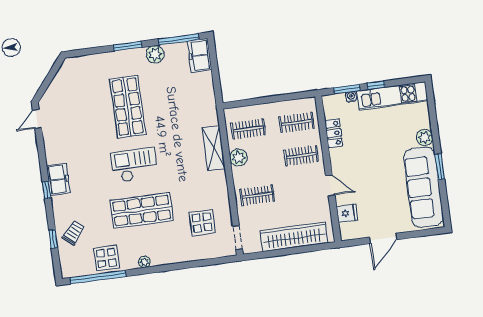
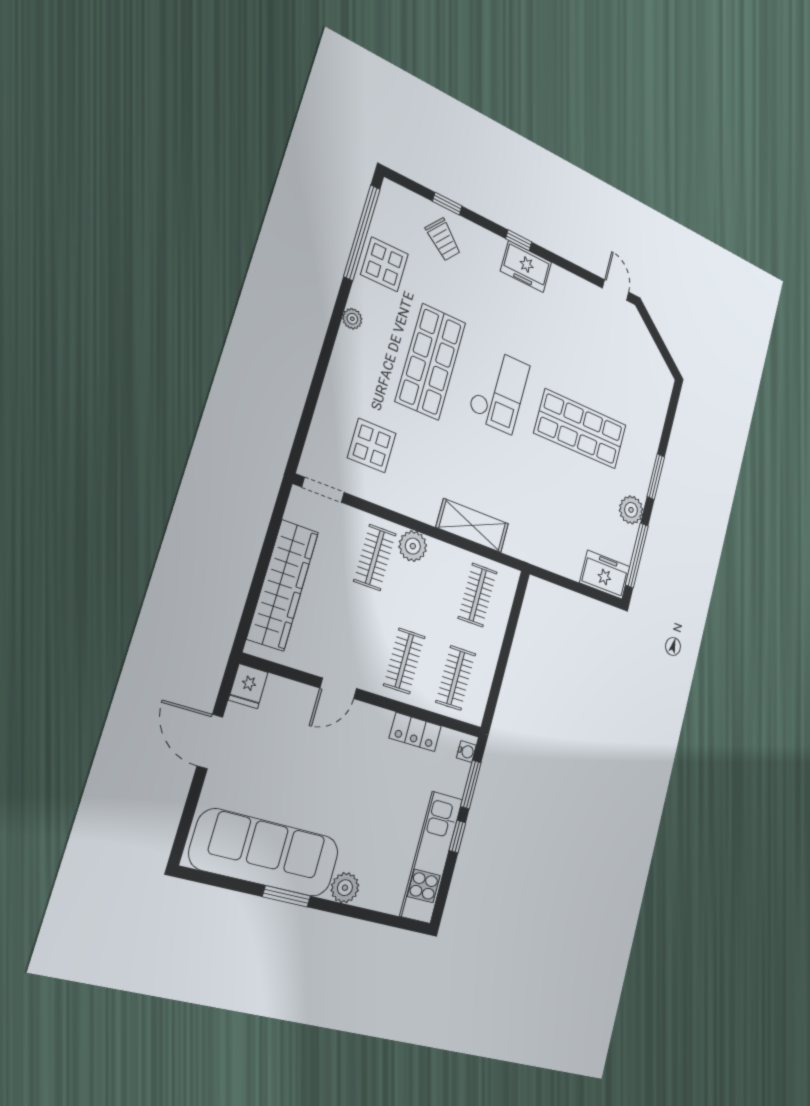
water cooler: (351, 97) -> (466, 751), moved
plant: (239, 158) -> (413, 546), moved
fridge: (347, 213) -> (248, 686), moved

